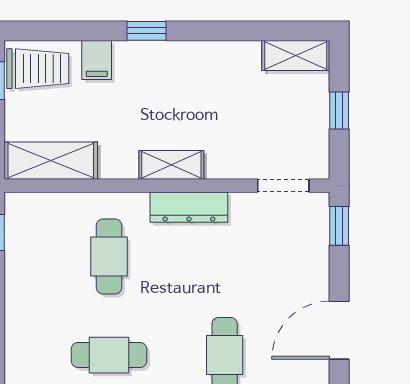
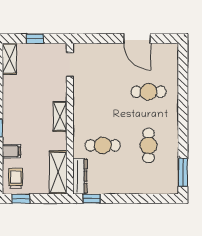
trolley: (38, 69) -> (15, 179), width x0.73, depth x0.72
dresser: (189, 207) -> (80, 176), moved
window: (339, 226) -> (89, 39), removed

